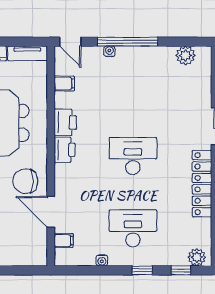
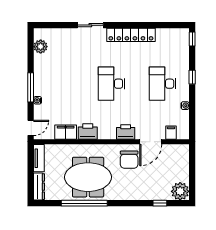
window: (128, 42) -> (31, 87), width x0.68
filing cabinet: (64, 83) -> (66, 132), width x2.00
printer: (65, 150) -> (126, 132), moved
plant: (197, 257) -> (183, 39), removed
window: (181, 270) -> (192, 39), moved

